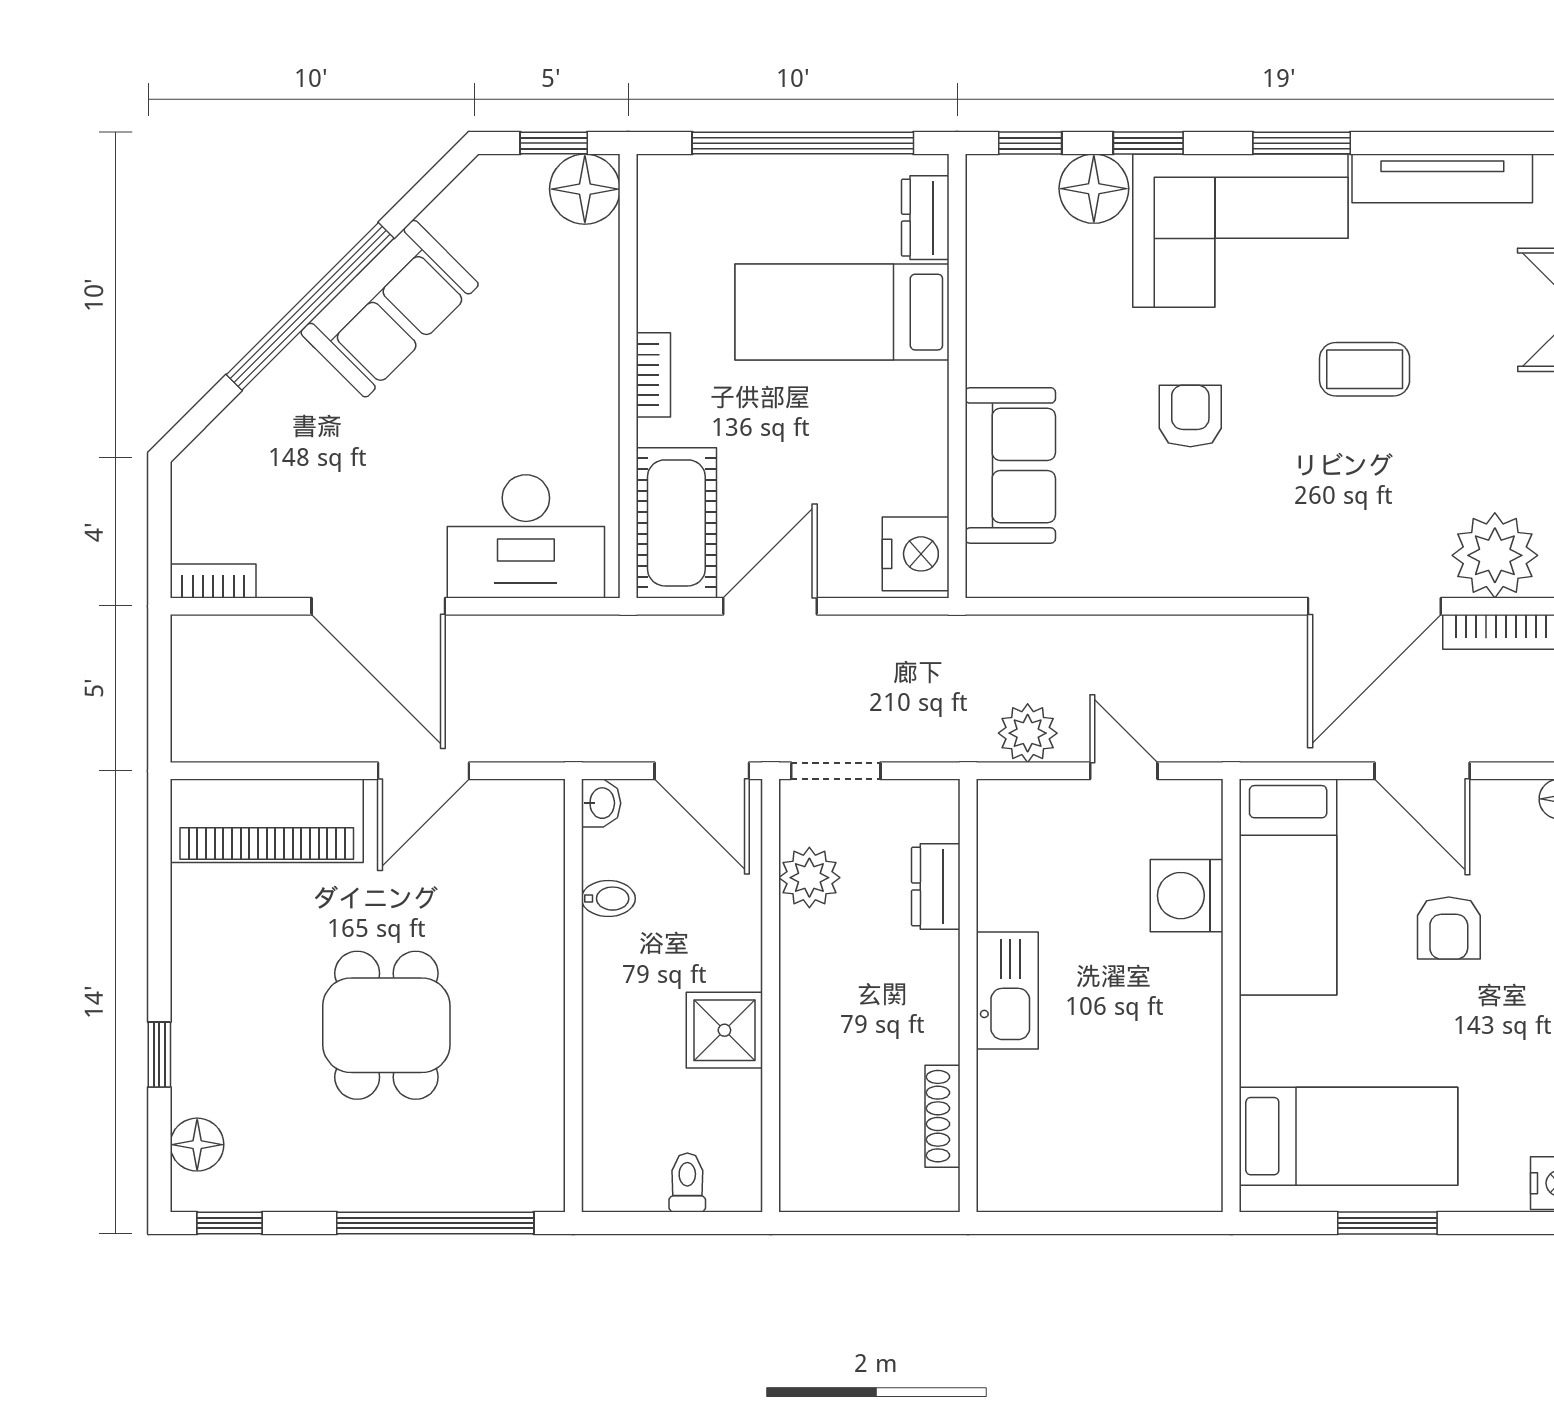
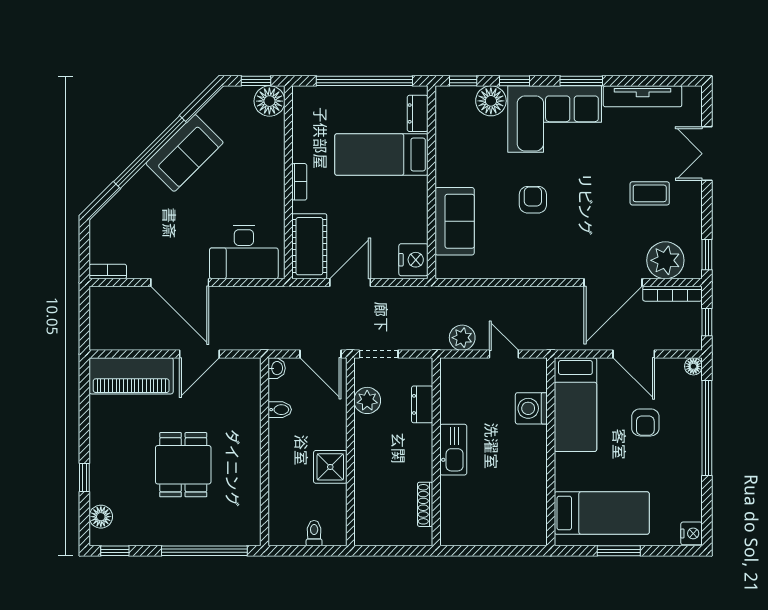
coffee table: (1365, 369) -> (650, 193), moved

